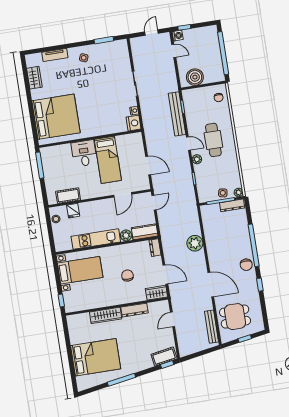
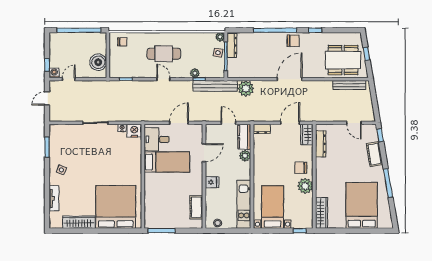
door: (151, 33) -> (47, 98), hinge flipped
wardrobe: (34, 78) -> (79, 222), width x1.50
bench: (177, 114) -> (215, 86), moved
door: (188, 144) -> (163, 79), hinge flipped
desk: (84, 153) -> (157, 139), moved
plant: (197, 159) -> (195, 73), moved
door: (123, 195) -> (204, 153), hinge flipped
door: (154, 203) -> (228, 123), moved
fridge: (73, 211) -> (212, 182), moved
kitchen unit: (96, 239) -> (244, 204), moved
plant: (195, 243) -> (246, 88), moved
chair: (127, 276) -> (301, 168), moved
door: (211, 285) -> (290, 79), moved
plant: (106, 299) -> (305, 186), added
dresser: (135, 310) -> (321, 144), moved
wardrobe: (106, 315) -> (322, 213), moved
dining table: (235, 317) -> (343, 60), width x1.37
door: (172, 319) -> (354, 123), moved
cot: (164, 357) -> (374, 154), moved

